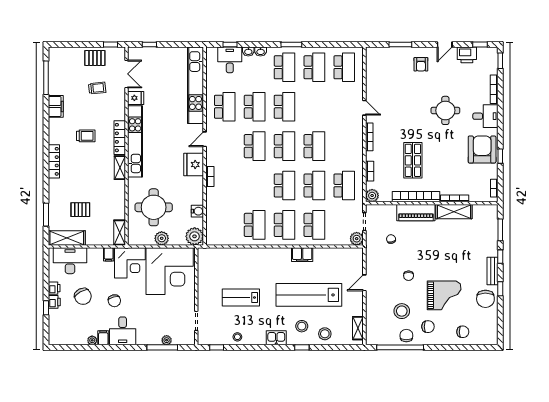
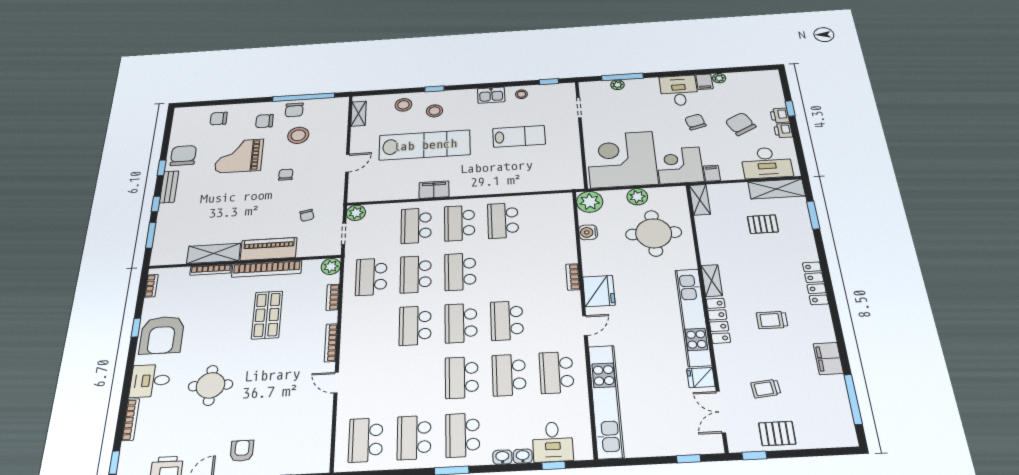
kitchen sink: (276, 338) -> (491, 95), moved

